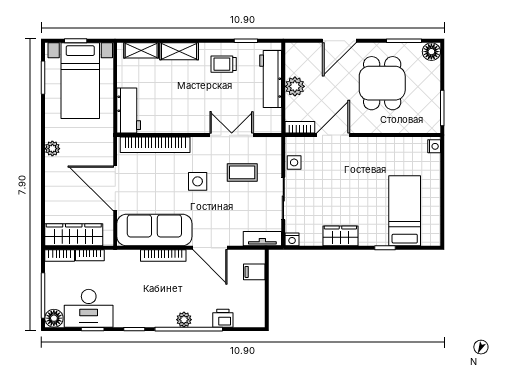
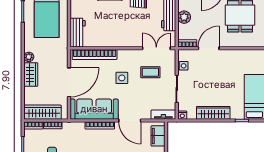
double door: (232, 135) -> (156, 48), moved
wardrobe: (56, 176) -> (31, 75), added
door: (115, 188) -> (69, 82), swing flipped
wardrobe: (340, 236) -> (213, 113), width x1.50
filing cabinet: (254, 272) -> (158, 136), width x2.00

